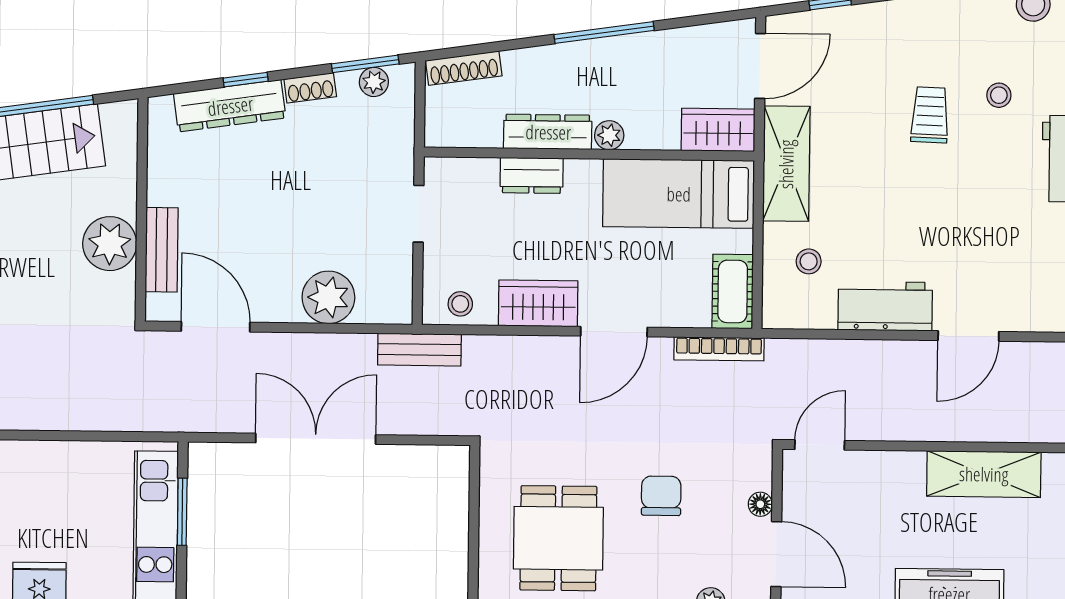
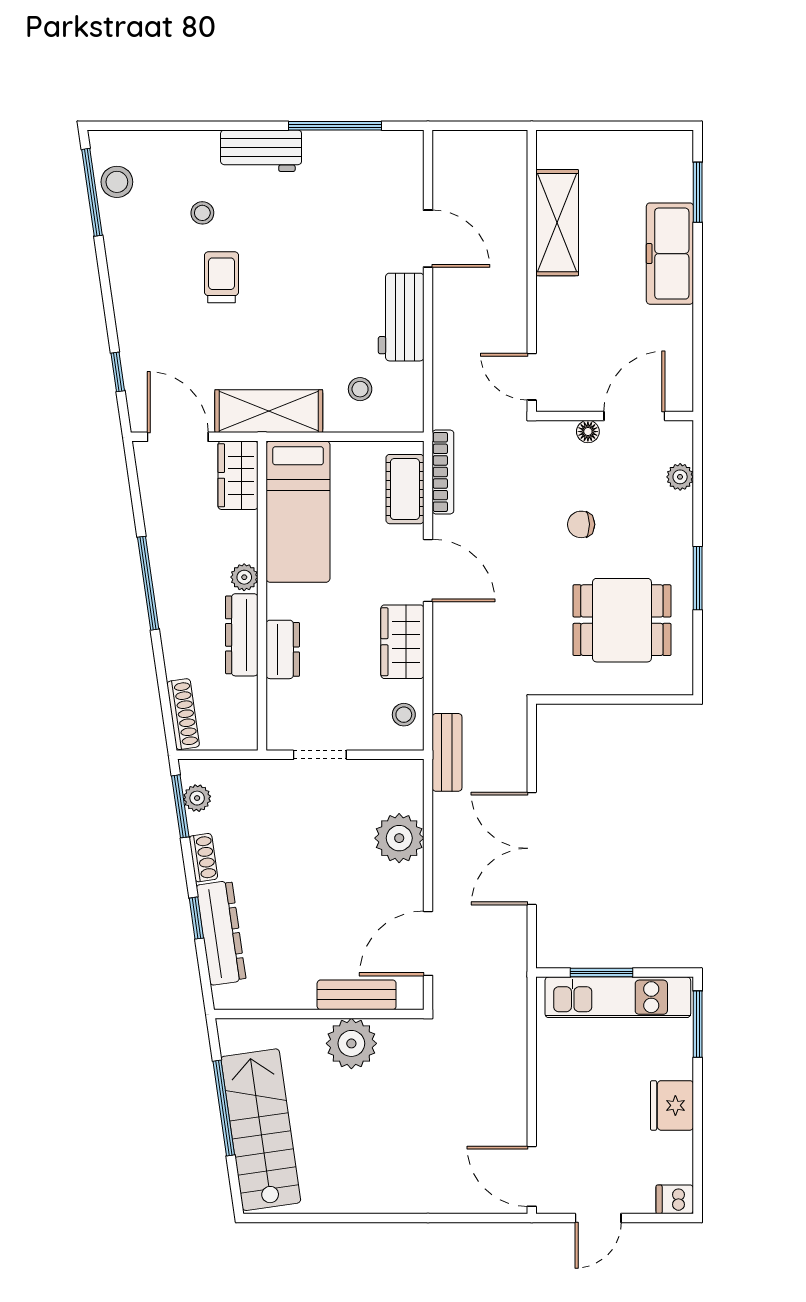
trolley: (930, 115) -> (222, 277), turned 88
cot: (733, 291) -> (405, 489), moved, turned 90
chair: (661, 496) -> (581, 524), width x0.73, depth x0.73

